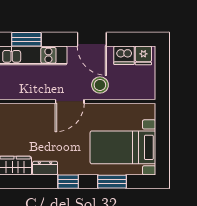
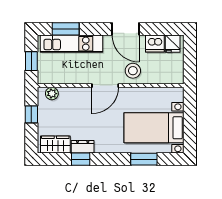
plant: (11, 110) -> (52, 94), added
window: (68, 182) -> (81, 159), moved

